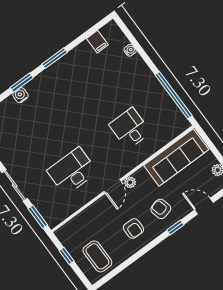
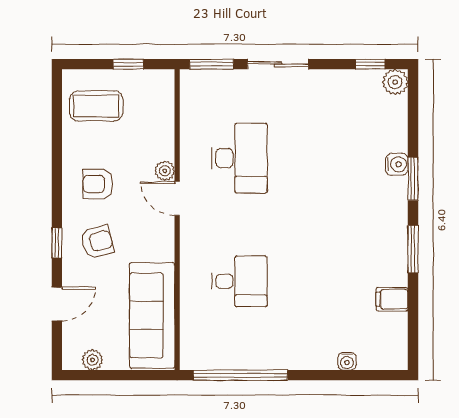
filing cabinet: (97, 42) -> (392, 299), moved
plant: (130, 182) -> (165, 171), moved

